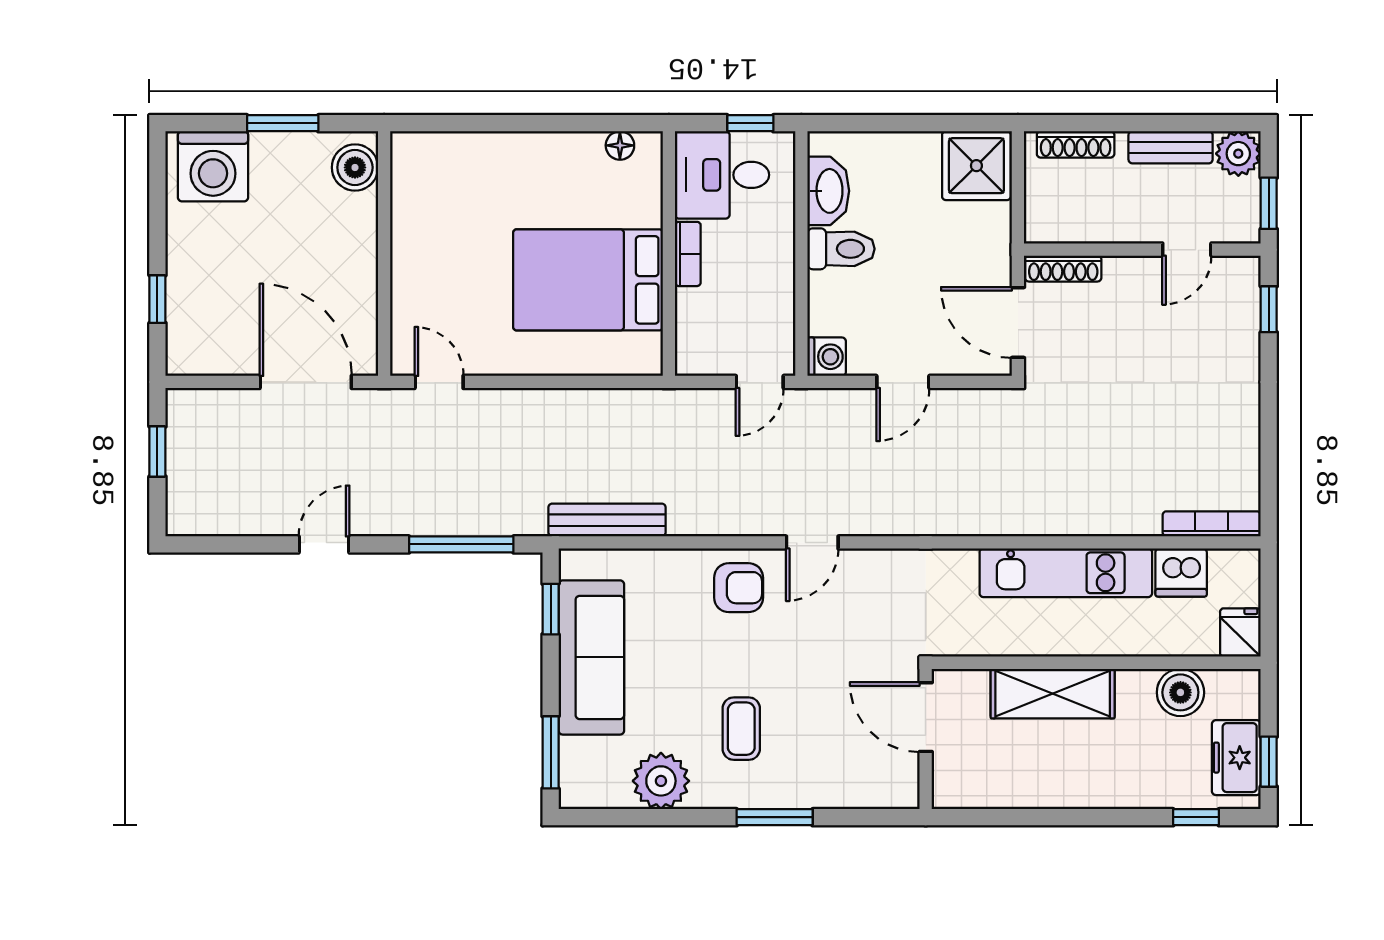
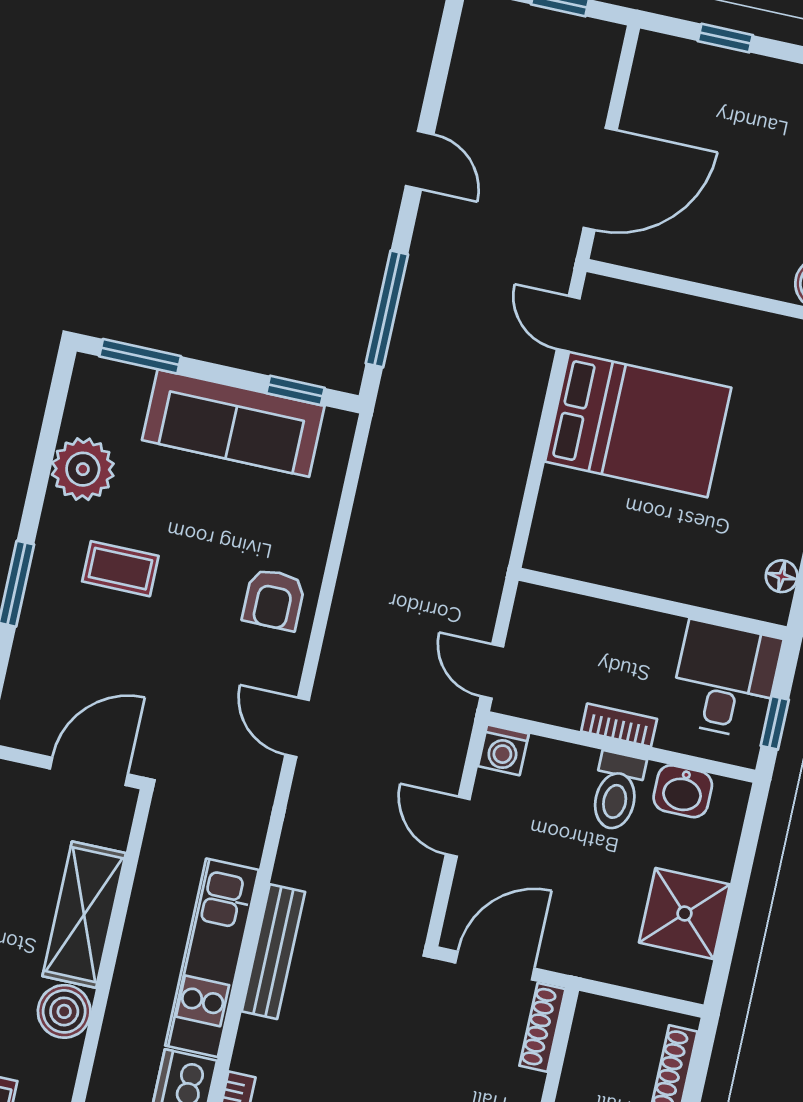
shower: (976, 166) -> (685, 913), moved
washbasin: (828, 191) -> (683, 791), width x0.72
bookcase: (688, 254) -> (619, 725), moved, turned 180
bed: (588, 280) -> (638, 425), moved, turned 90
door: (439, 382) -> (568, 324), swing flipped
bench: (607, 520) -> (273, 952), moved
door: (812, 542) -> (297, 727), moved
boiler: (1180, 692) -> (64, 1011), moved

